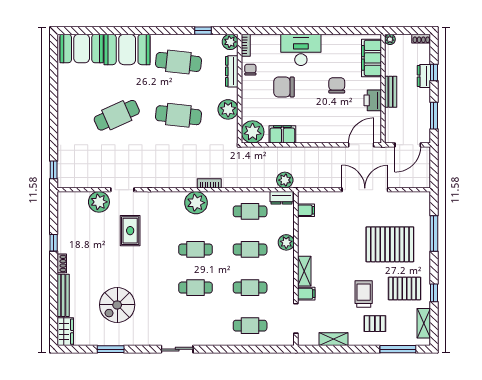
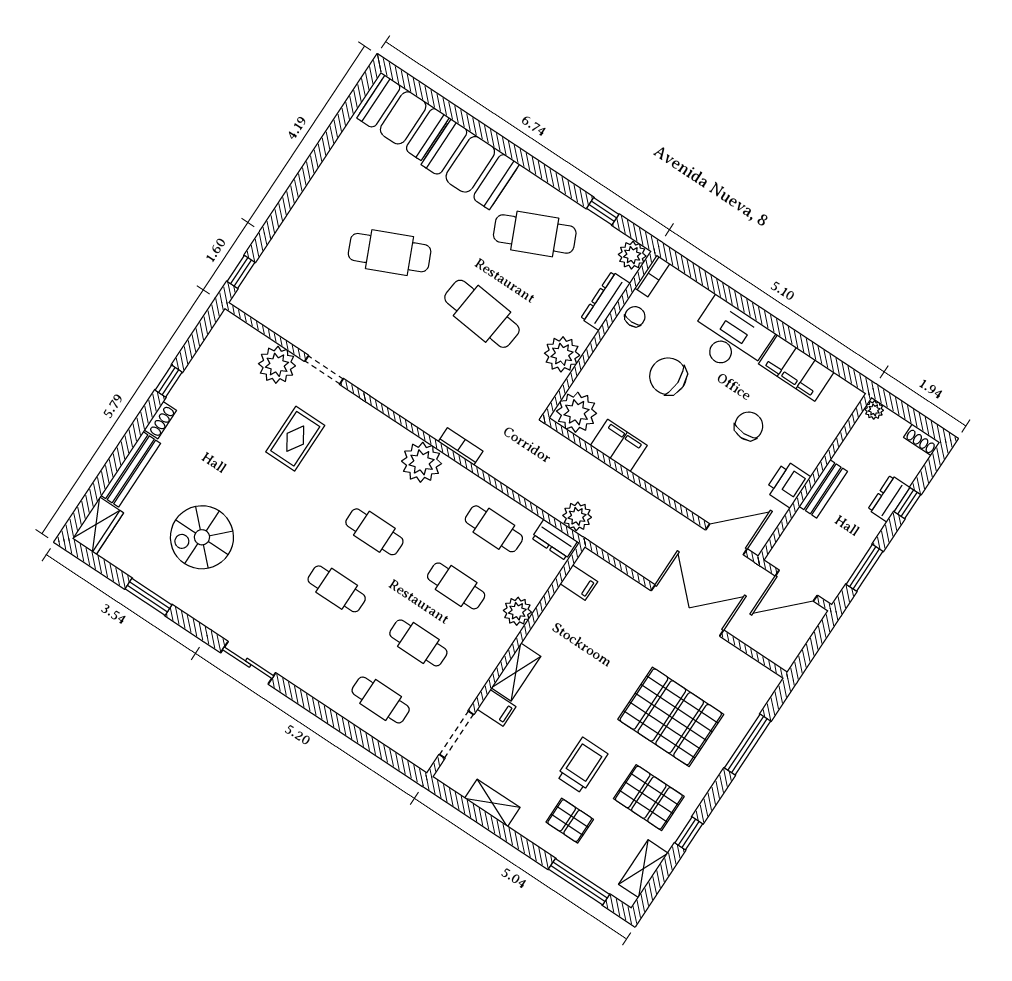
filing cabinet: (372, 58) -> (796, 368), moved, turned -90
cafe table: (178, 62) -> (535, 234), turned -30

